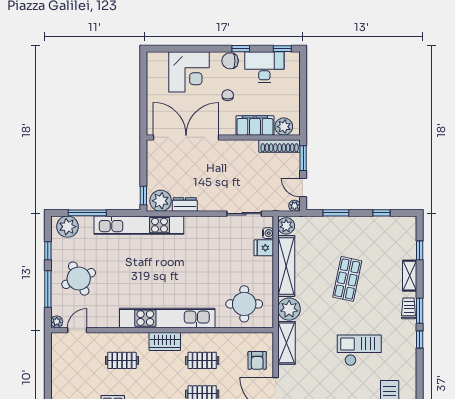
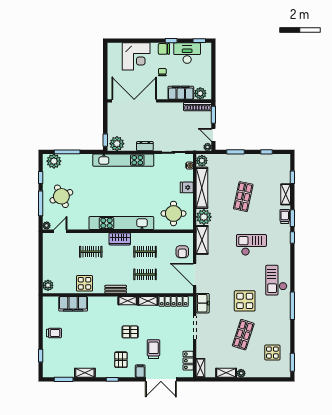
dresser: (185, 204) -> (145, 146), moved
kitchen unit: (139, 225) -> (123, 160), moved
fridge: (264, 248) -> (187, 187), moved

